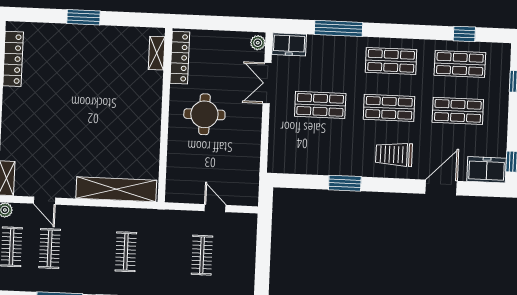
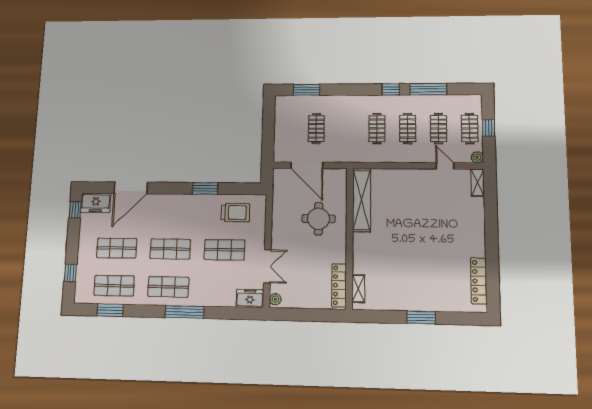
window: (338, 28) -> (185, 312), moved
window: (464, 34) -> (110, 310), width x1.50
round table: (204, 114) -> (319, 219), moved
trolley: (394, 154) -> (235, 213), moved
door: (441, 187) -> (131, 188), width x1.36
shelving: (116, 189) -> (362, 200), moved, turned 90
door: (215, 208) -> (307, 165), width x1.87
clothes rail: (88, 250) -> (408, 129), added

